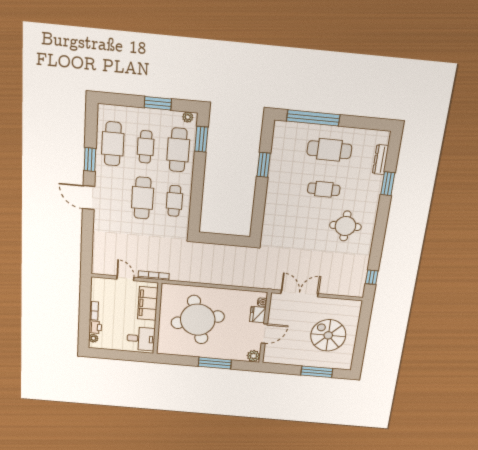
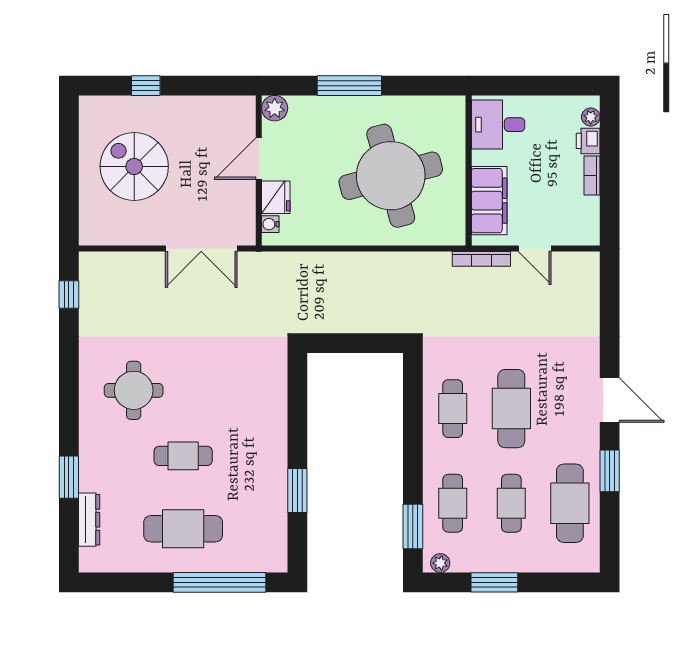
cafe table: (178, 150) -> (453, 503), width x0.73, depth x0.74
spiral stairs: (328, 335) -> (134, 166), turned 180
window: (317, 372) -> (146, 86), width x0.46

